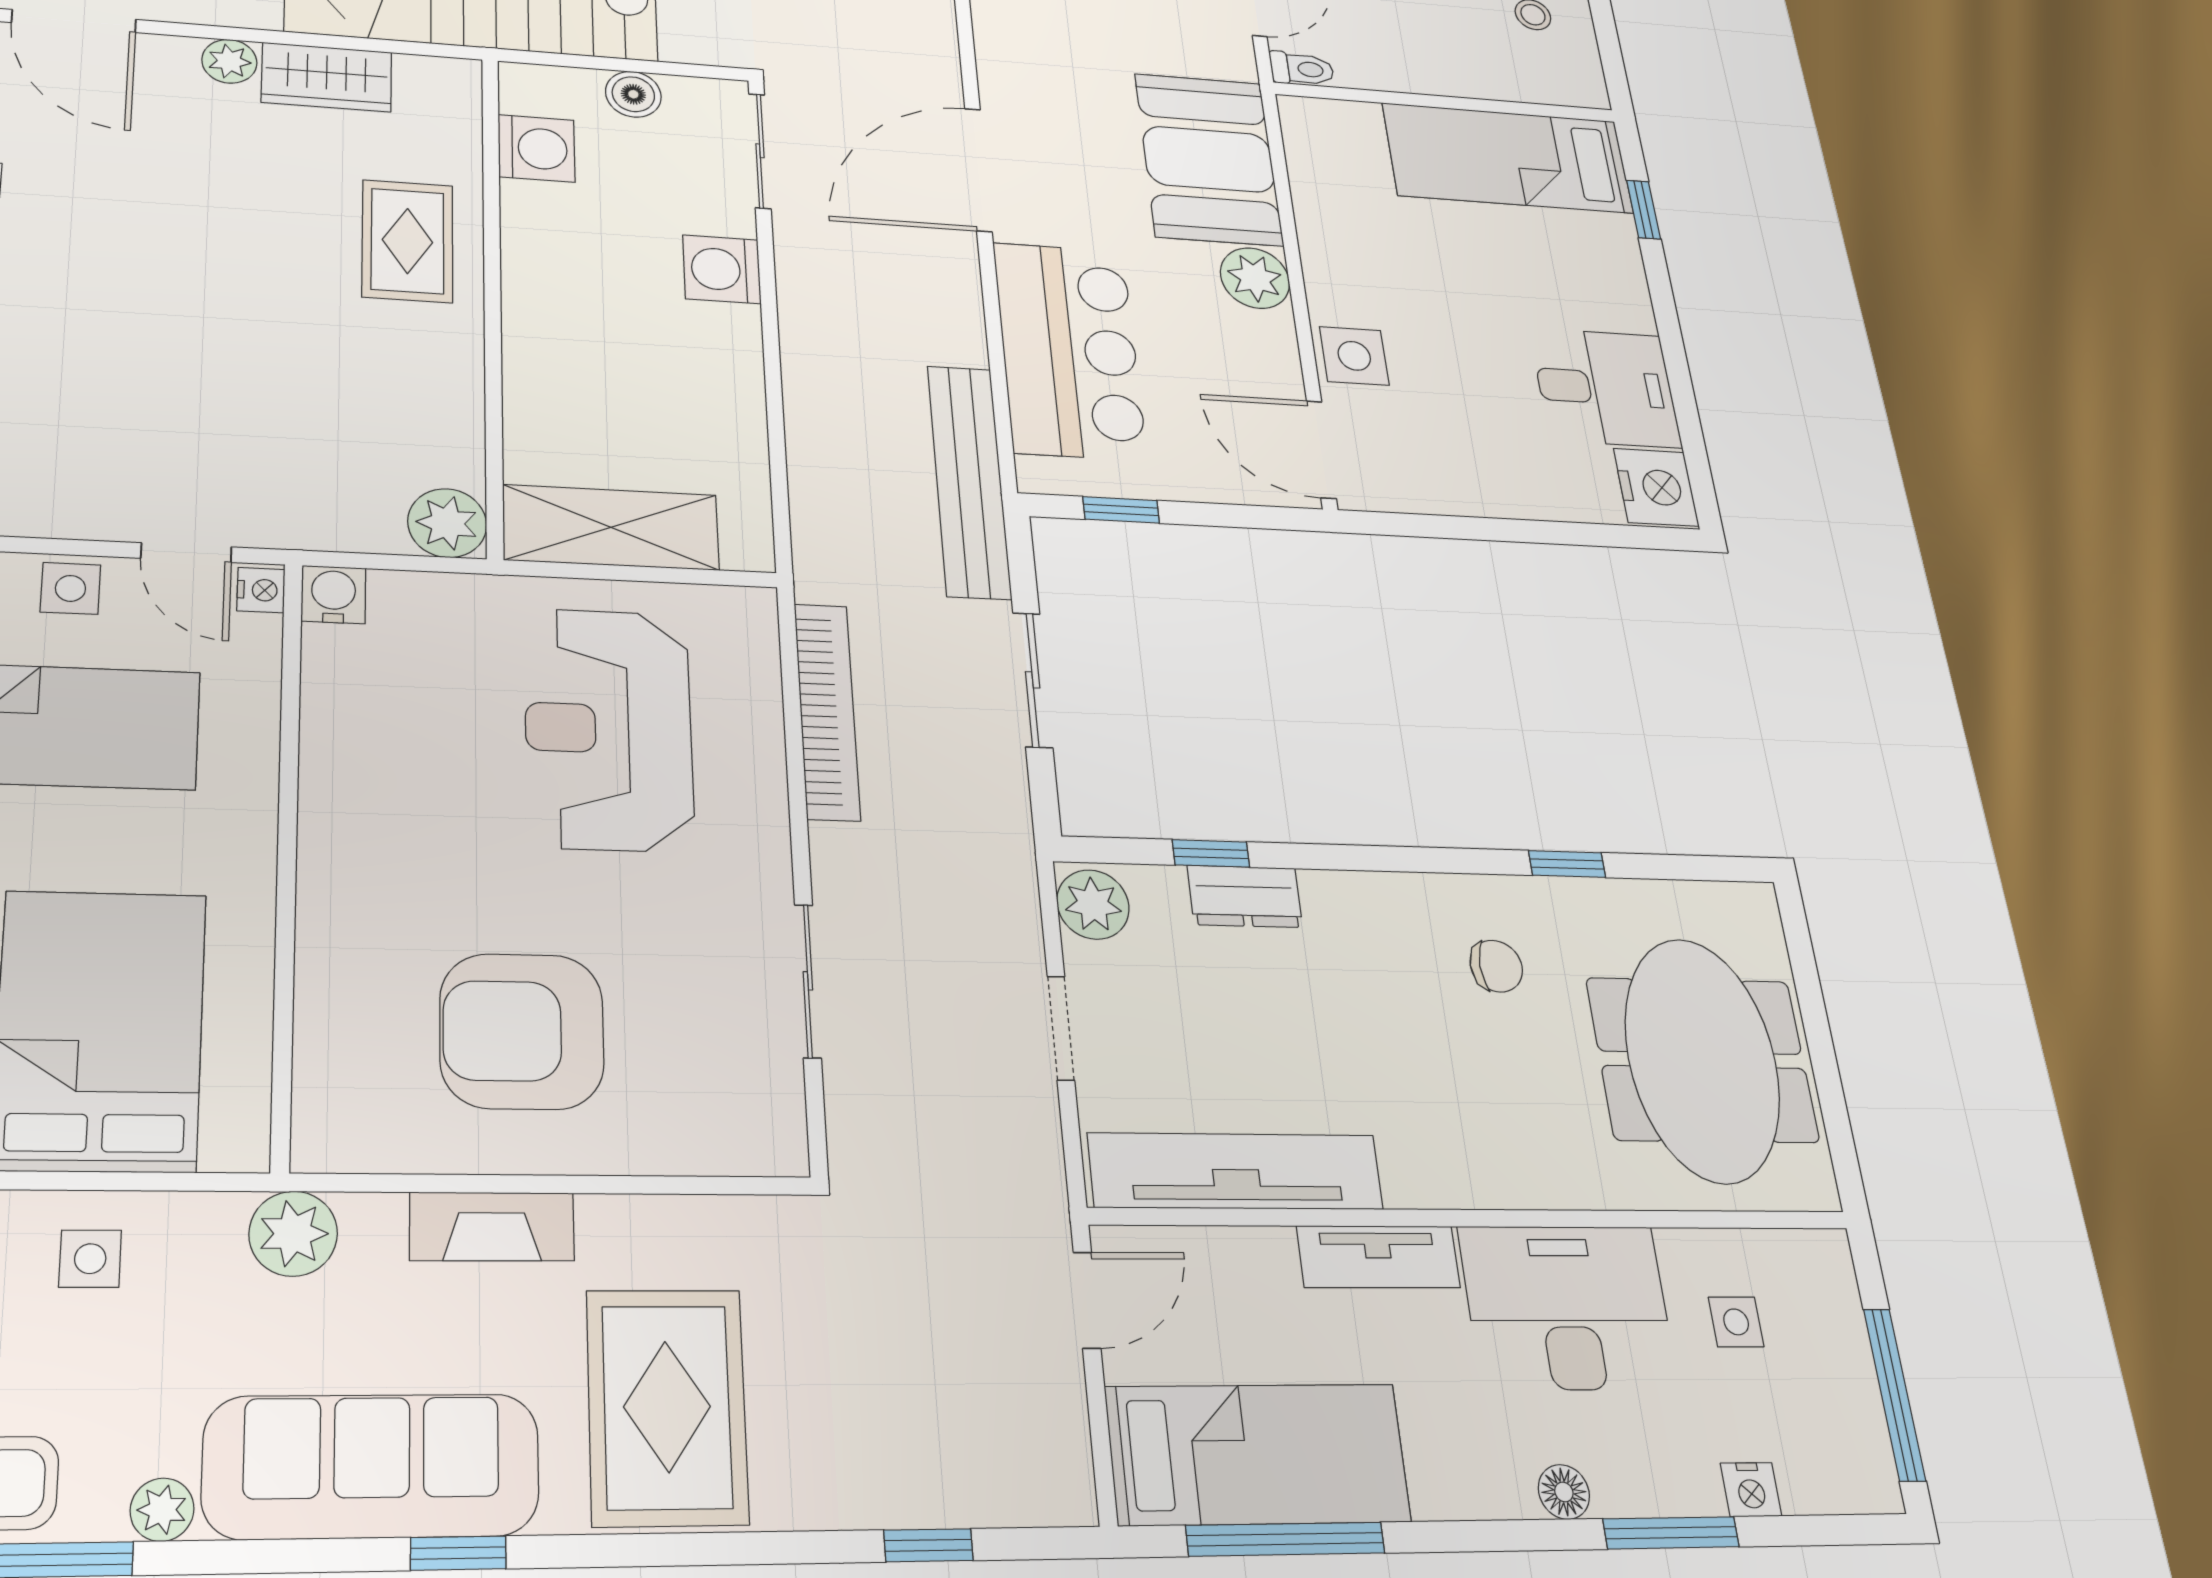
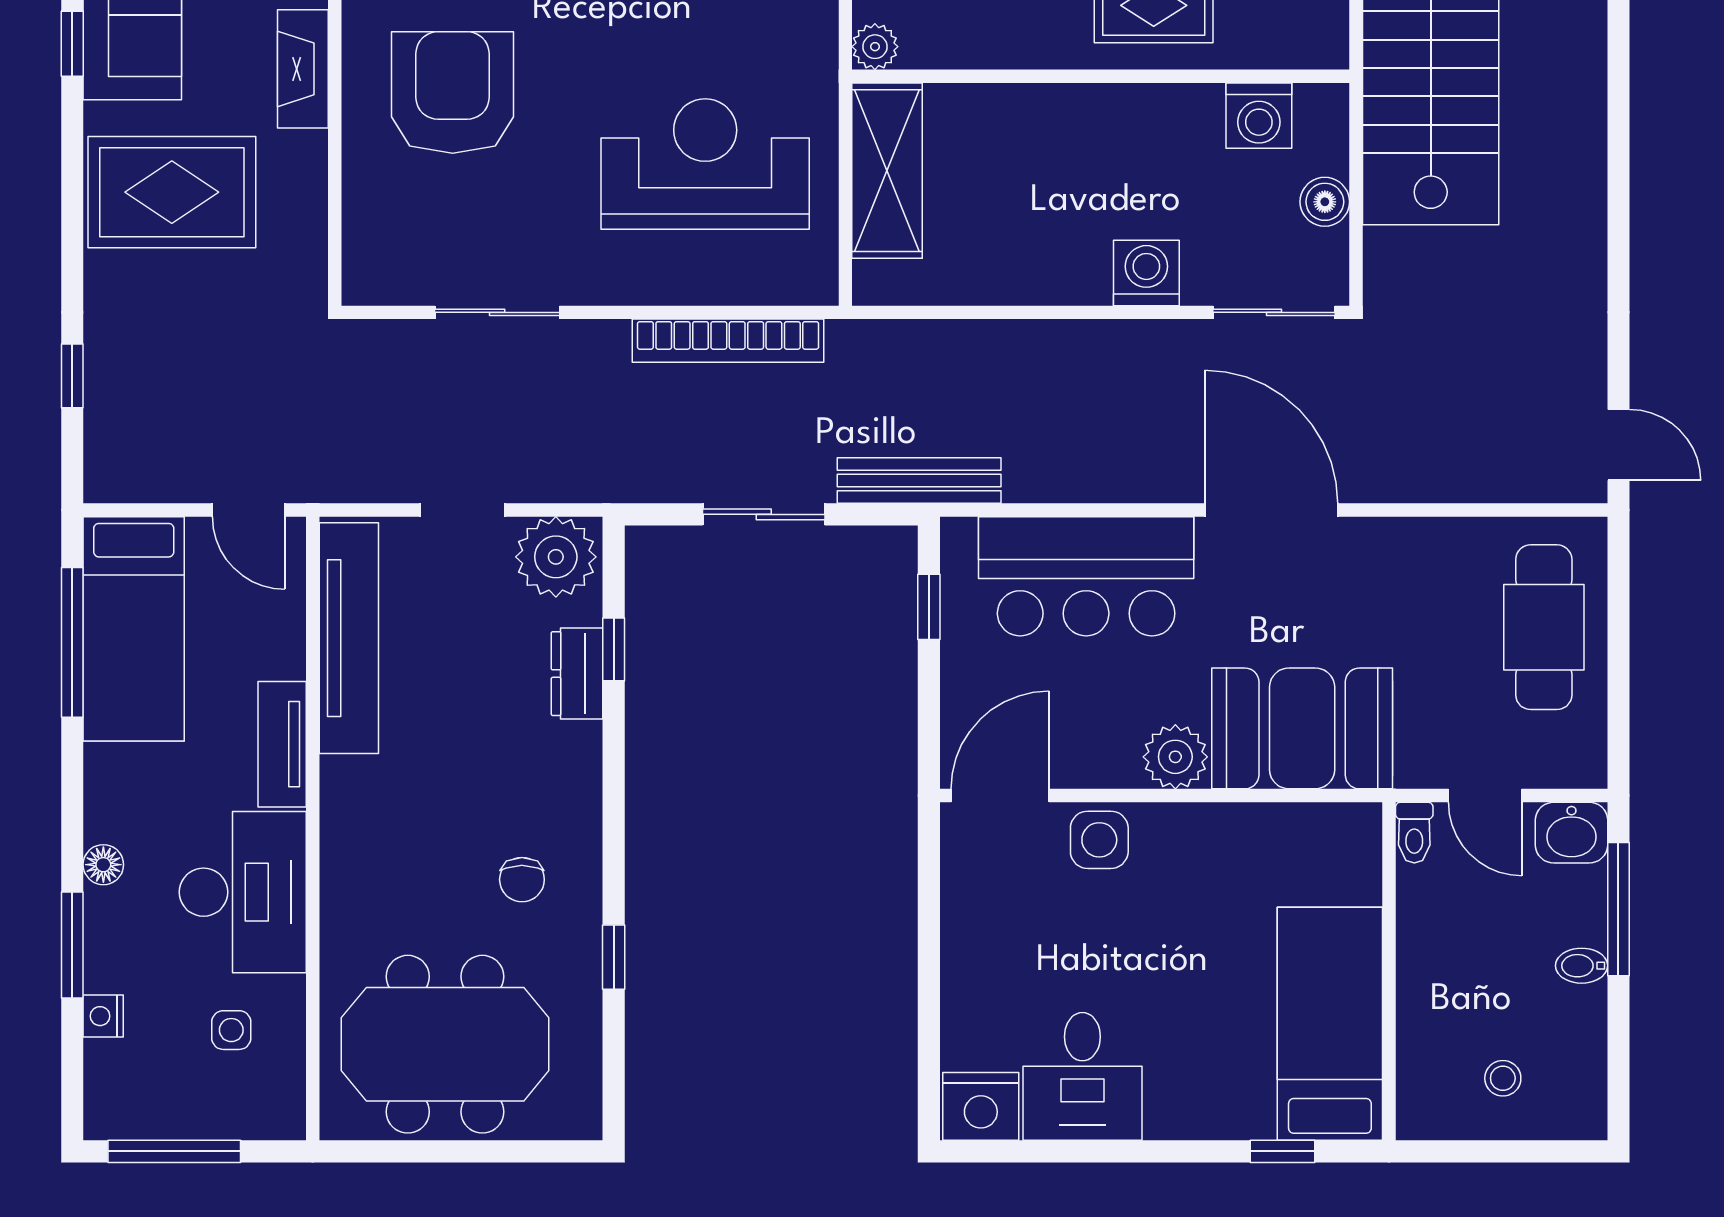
bench: (969, 481) -> (919, 481), width x0.73, depth x0.82
plant: (447, 523) -> (875, 47), width x0.73, depth x0.73
plant: (1093, 904) -> (556, 557), width x1.36, depth x1.36

